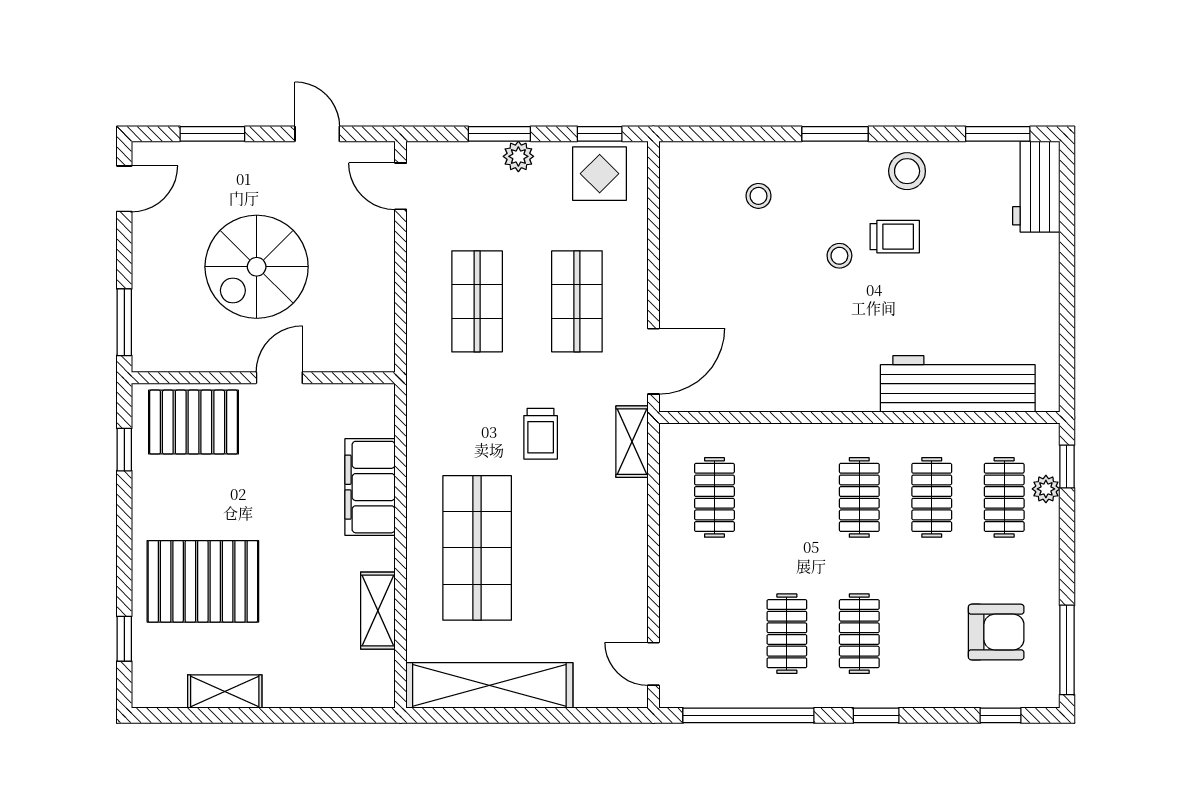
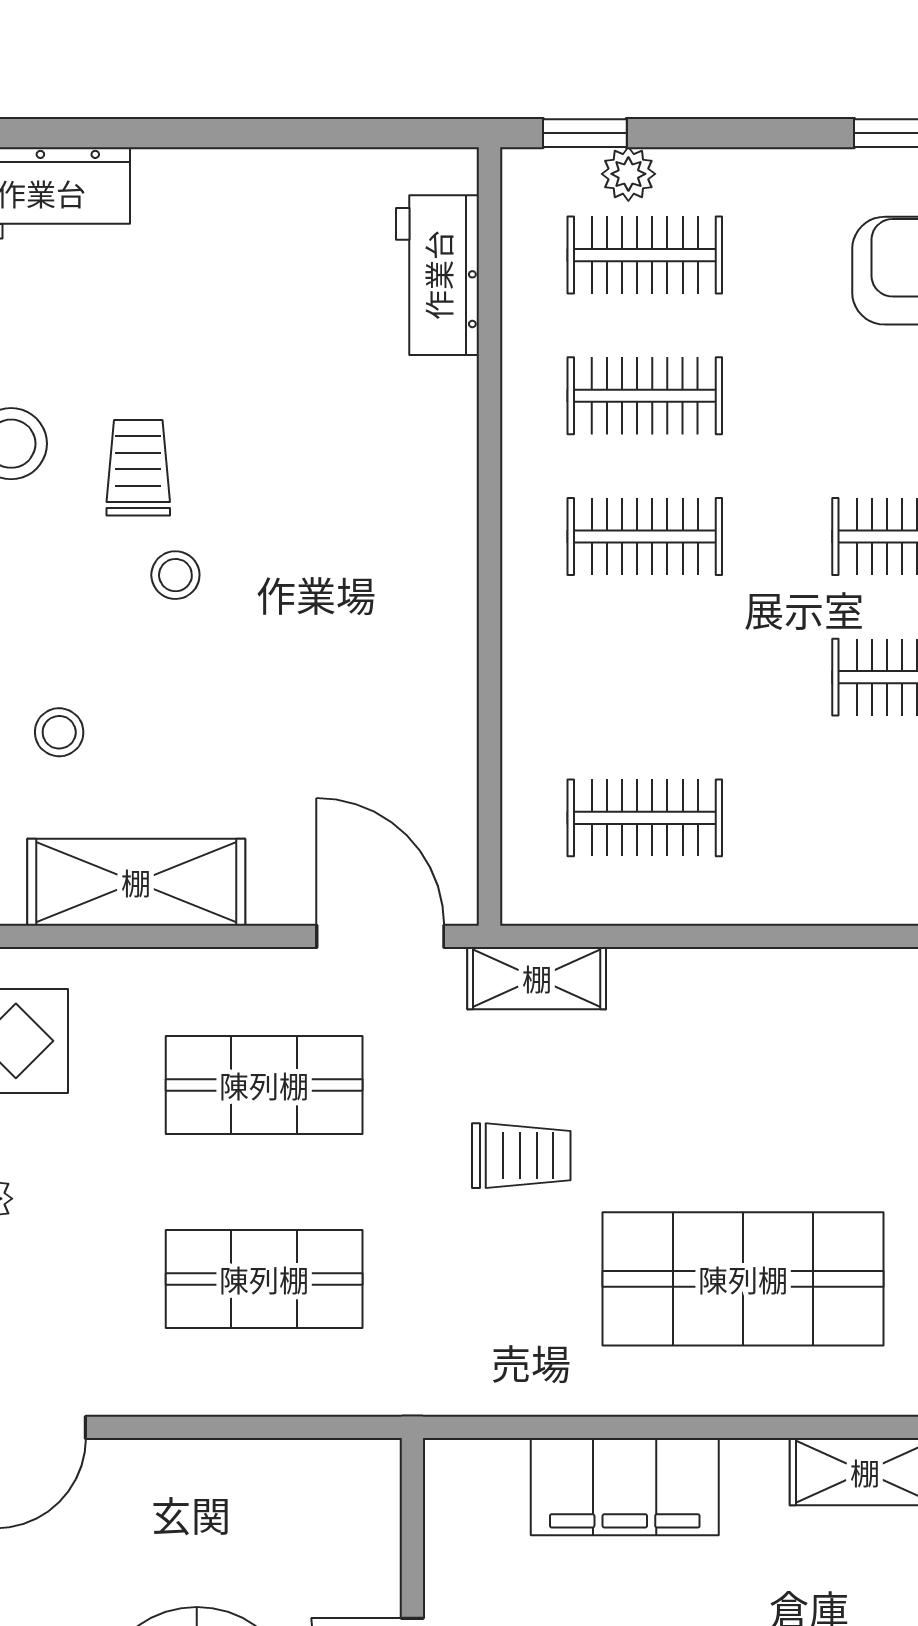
shelving: (681, 236) -> (136, 882), added
workbench: (958, 384) -> (438, 275), width x0.53, depth x0.76

